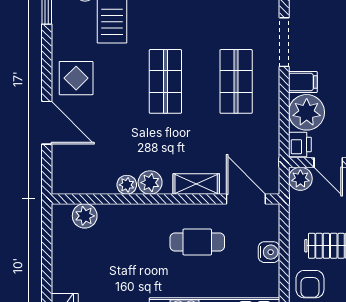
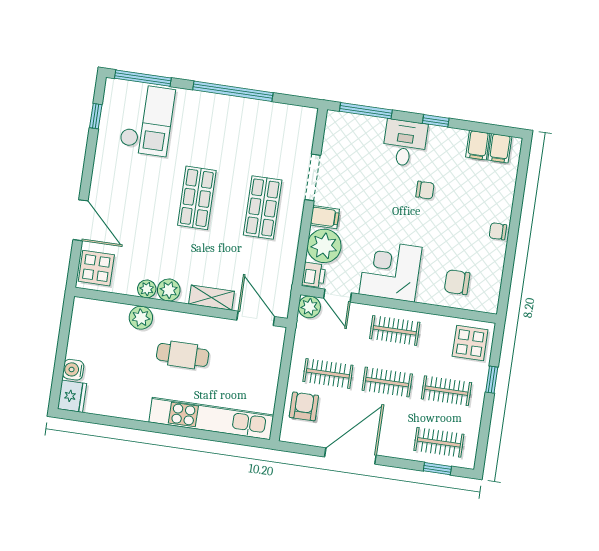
display table: (76, 78) -> (96, 268), moved
plant: (85, 216) -> (141, 318), moved
cafe table: (197, 242) -> (183, 355), moved
water cooler: (269, 252) -> (73, 370), moved, turned 180
armchair: (310, 284) -> (304, 406), turned 180

